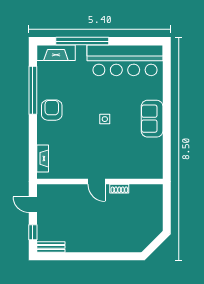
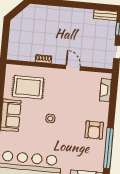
rug: (134, 153) -> (28, 87), added
door: (96, 181) -> (73, 68), moved

